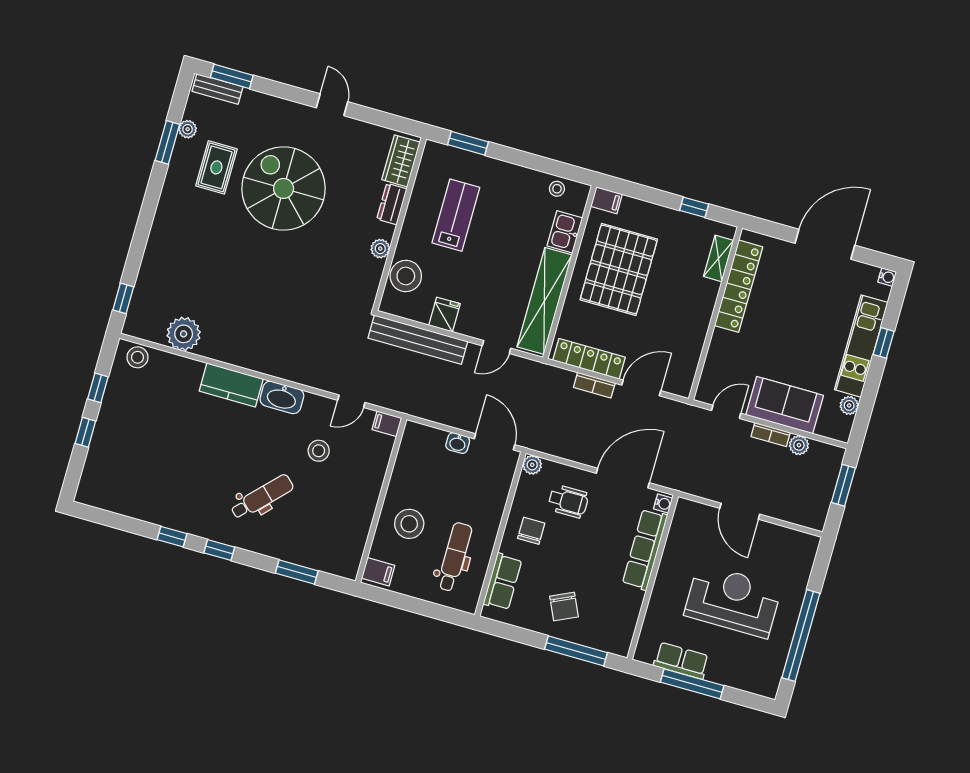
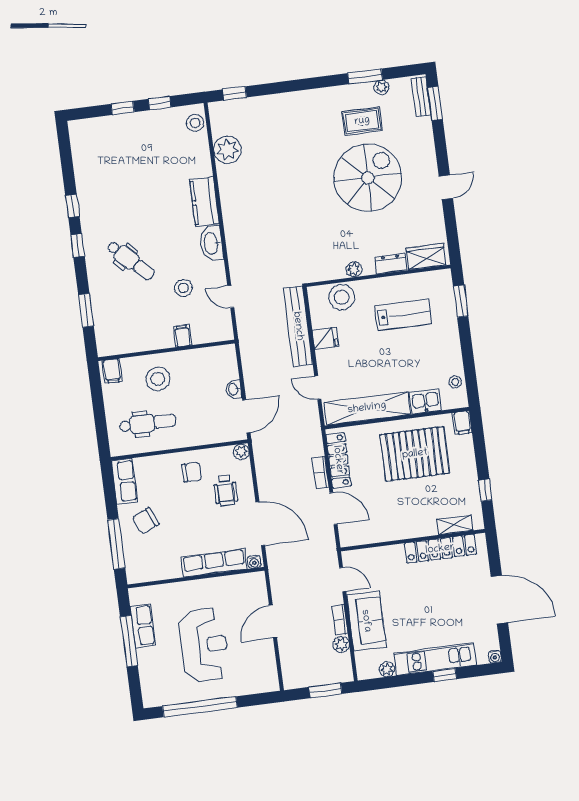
filing cabinet: (387, 424) -> (182, 336), moved
row of seats: (503, 582) -> (124, 481), moved, turned -90

